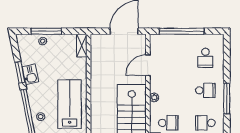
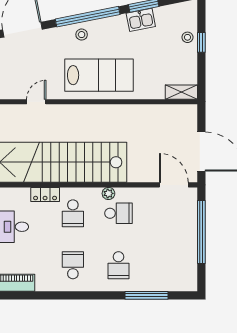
window: (46, 31) -> (201, 42), width x0.46
school desk: (205, 58) -> (118, 213), moved, turned 180
door: (148, 65) -> (174, 185), moved
window: (227, 99) -> (146, 295), moved

